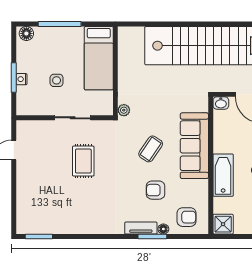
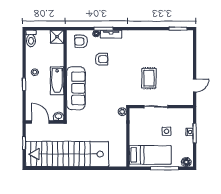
bed: (99, 58) -> (150, 155), moved, turned 90
coffee table: (151, 149) -> (105, 86), removed
bathtub: (223, 175) -> (57, 81), moved

